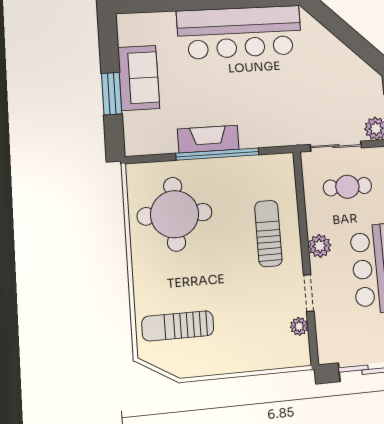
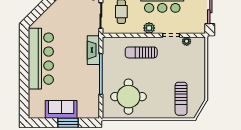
fireplace: (208, 139) -> (93, 50), moved

